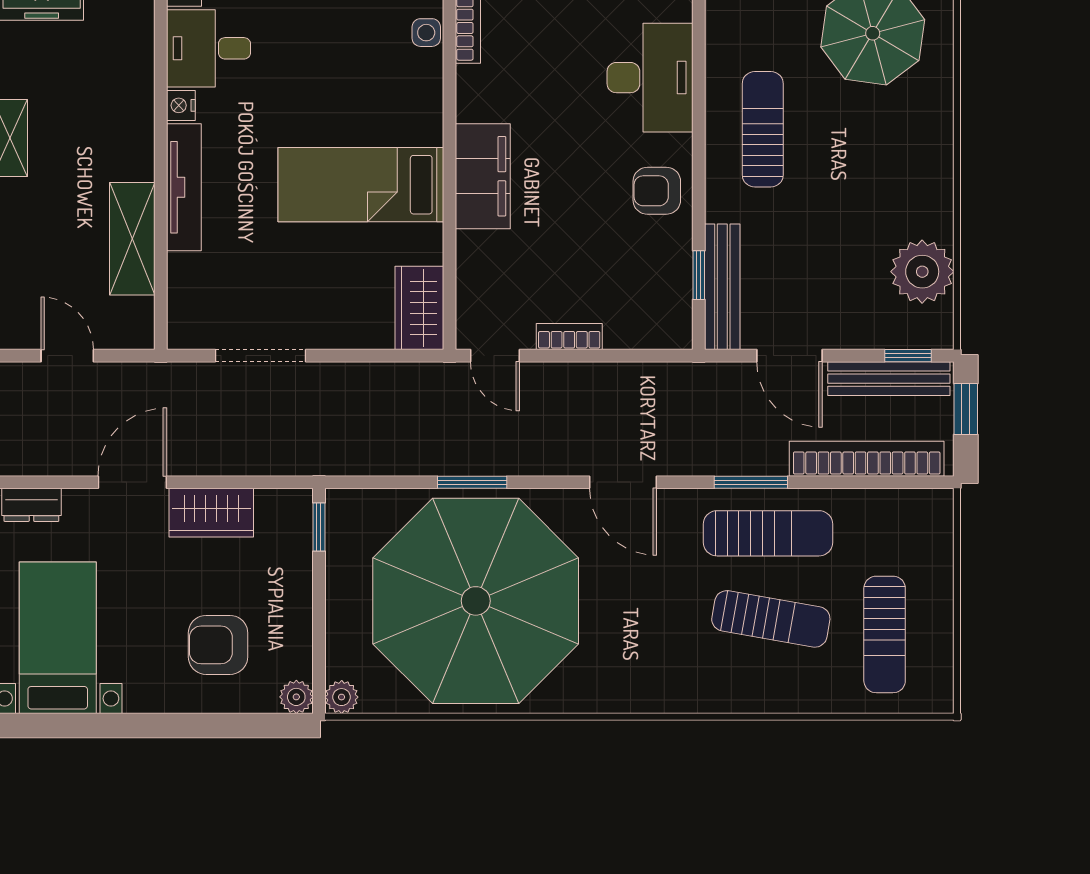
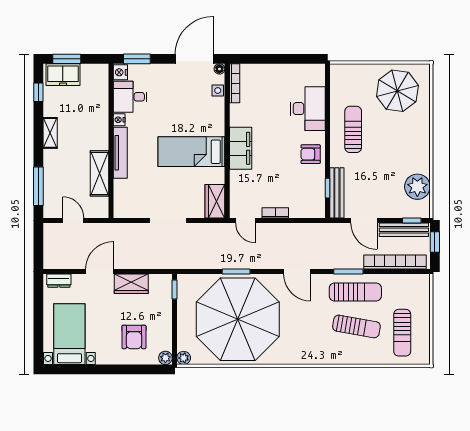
doorway: (261, 356) -> (168, 221), moved
armchair: (218, 645) -> (134, 337), turned -90

